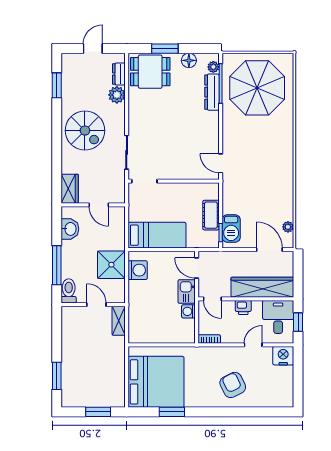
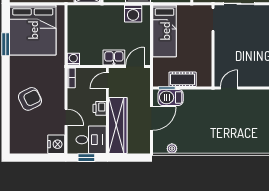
door: (269, 250) -> (152, 119), moved
washing machine: (188, 311) -> (73, 59), moved

